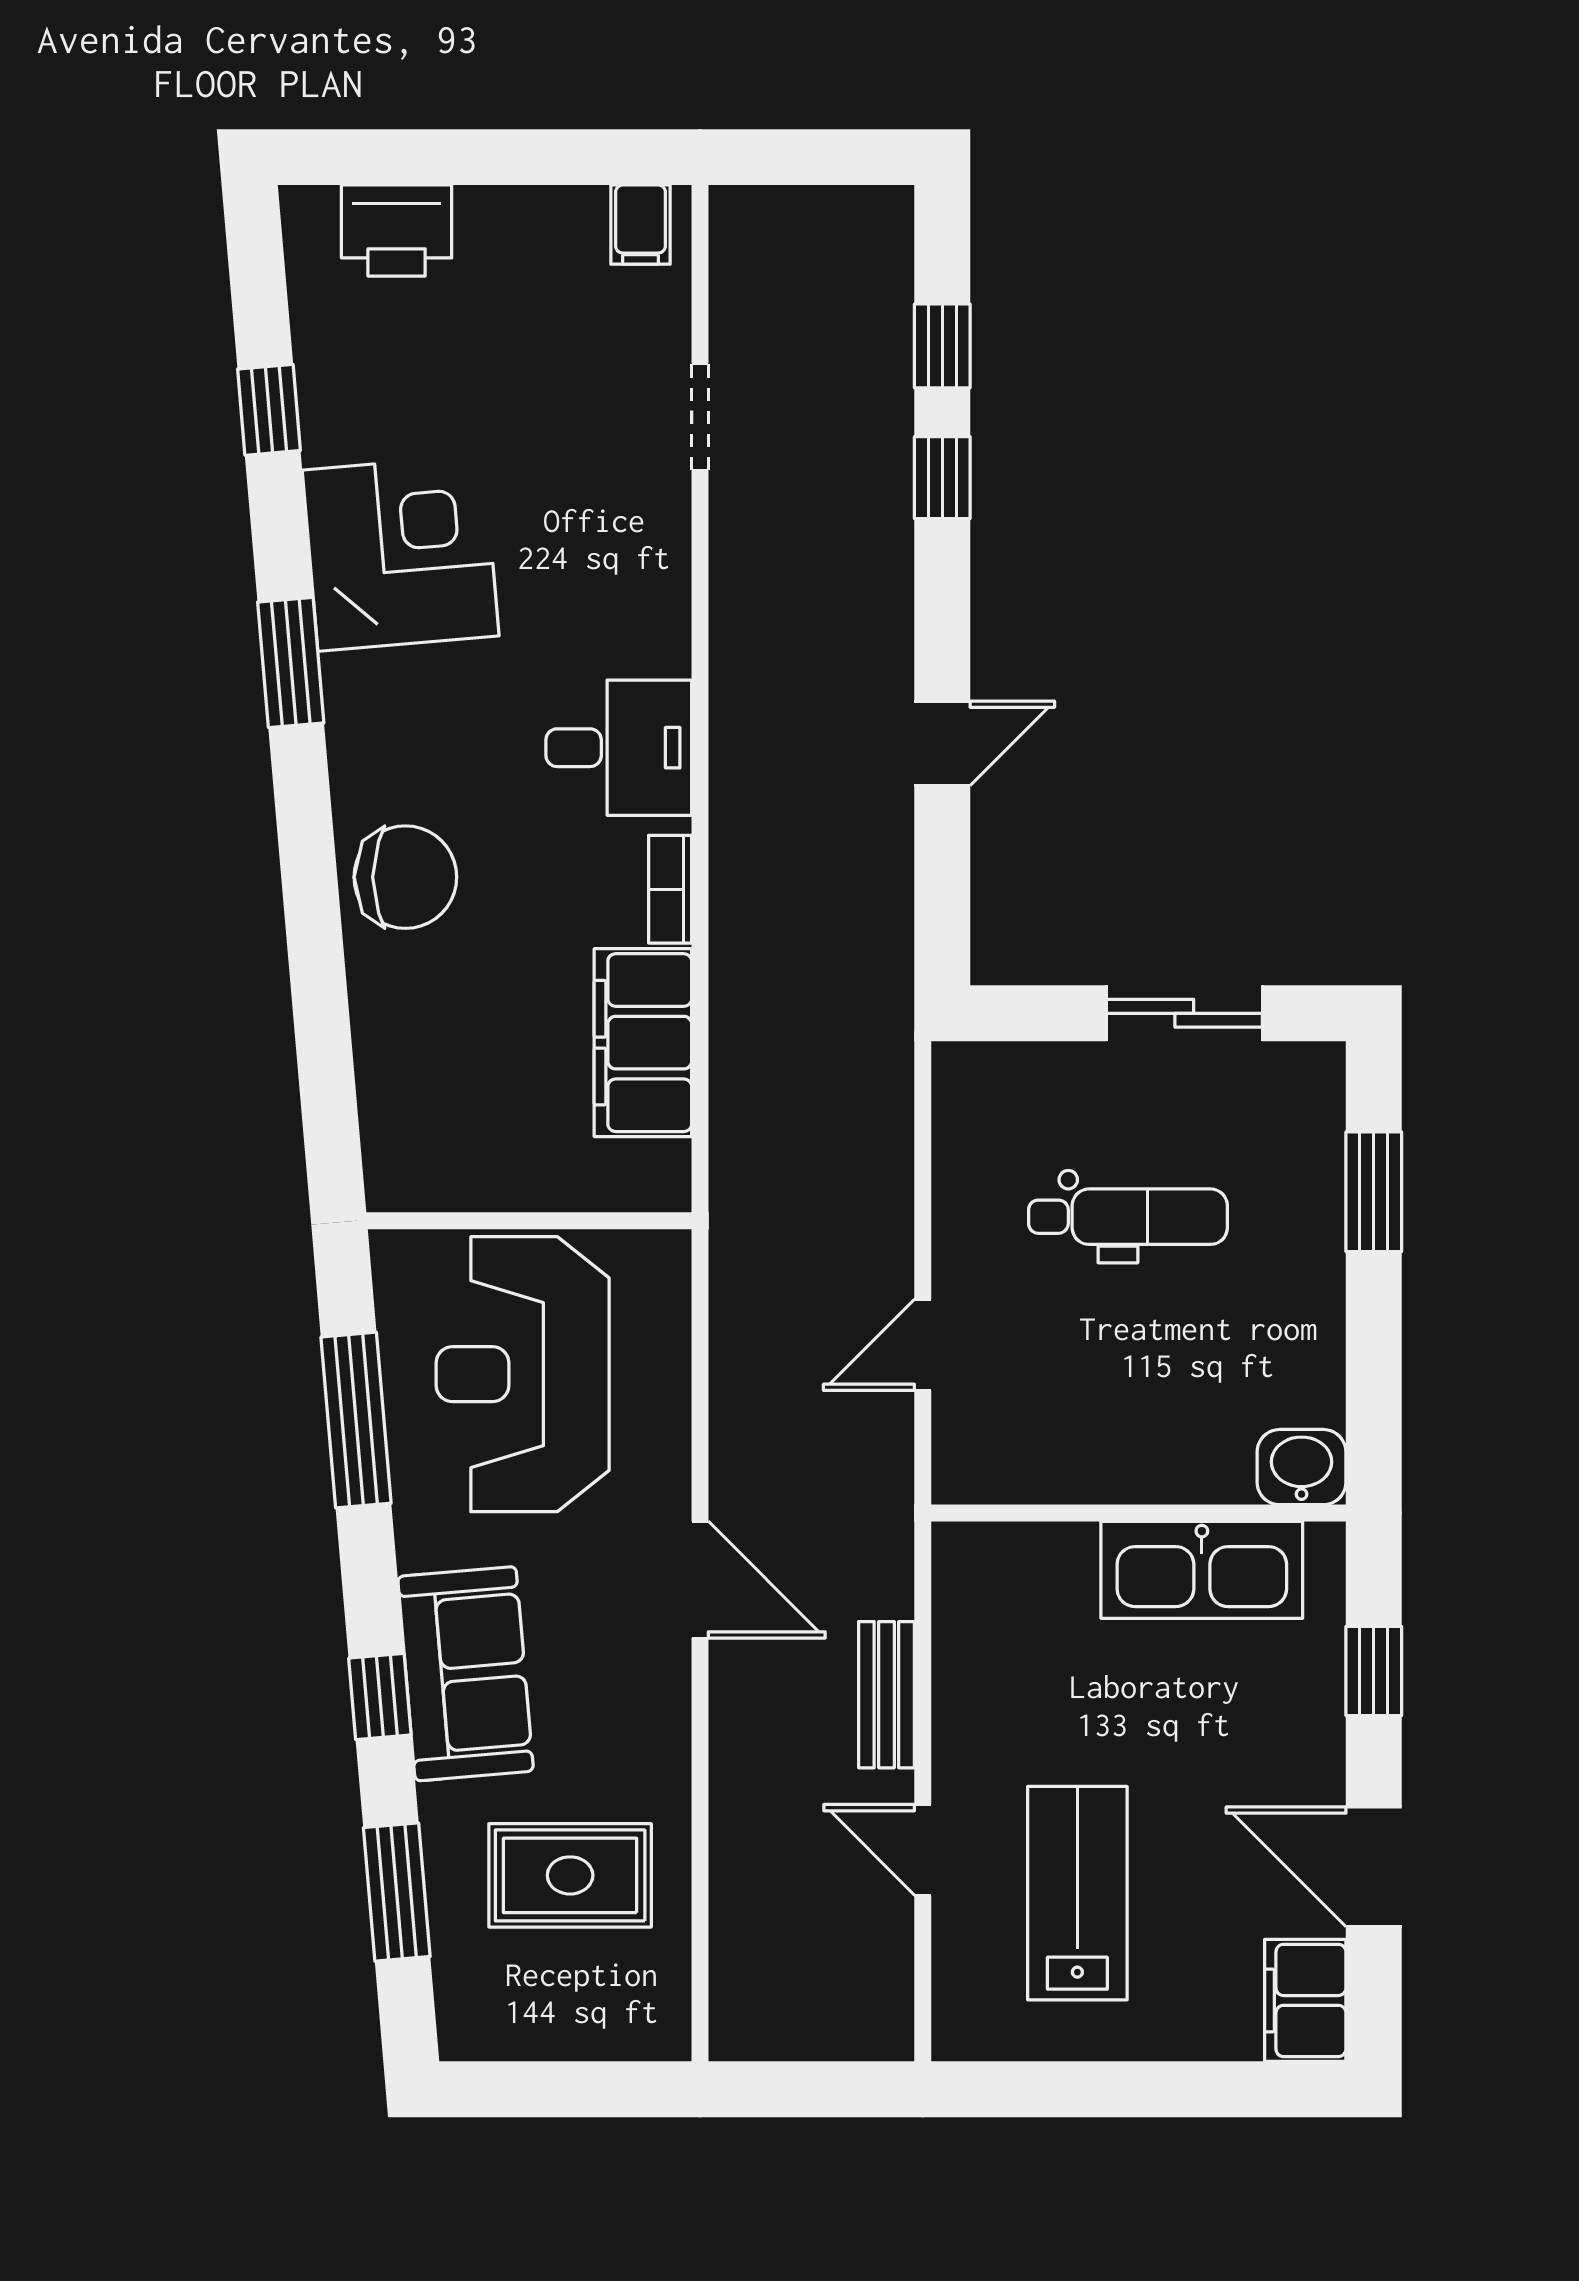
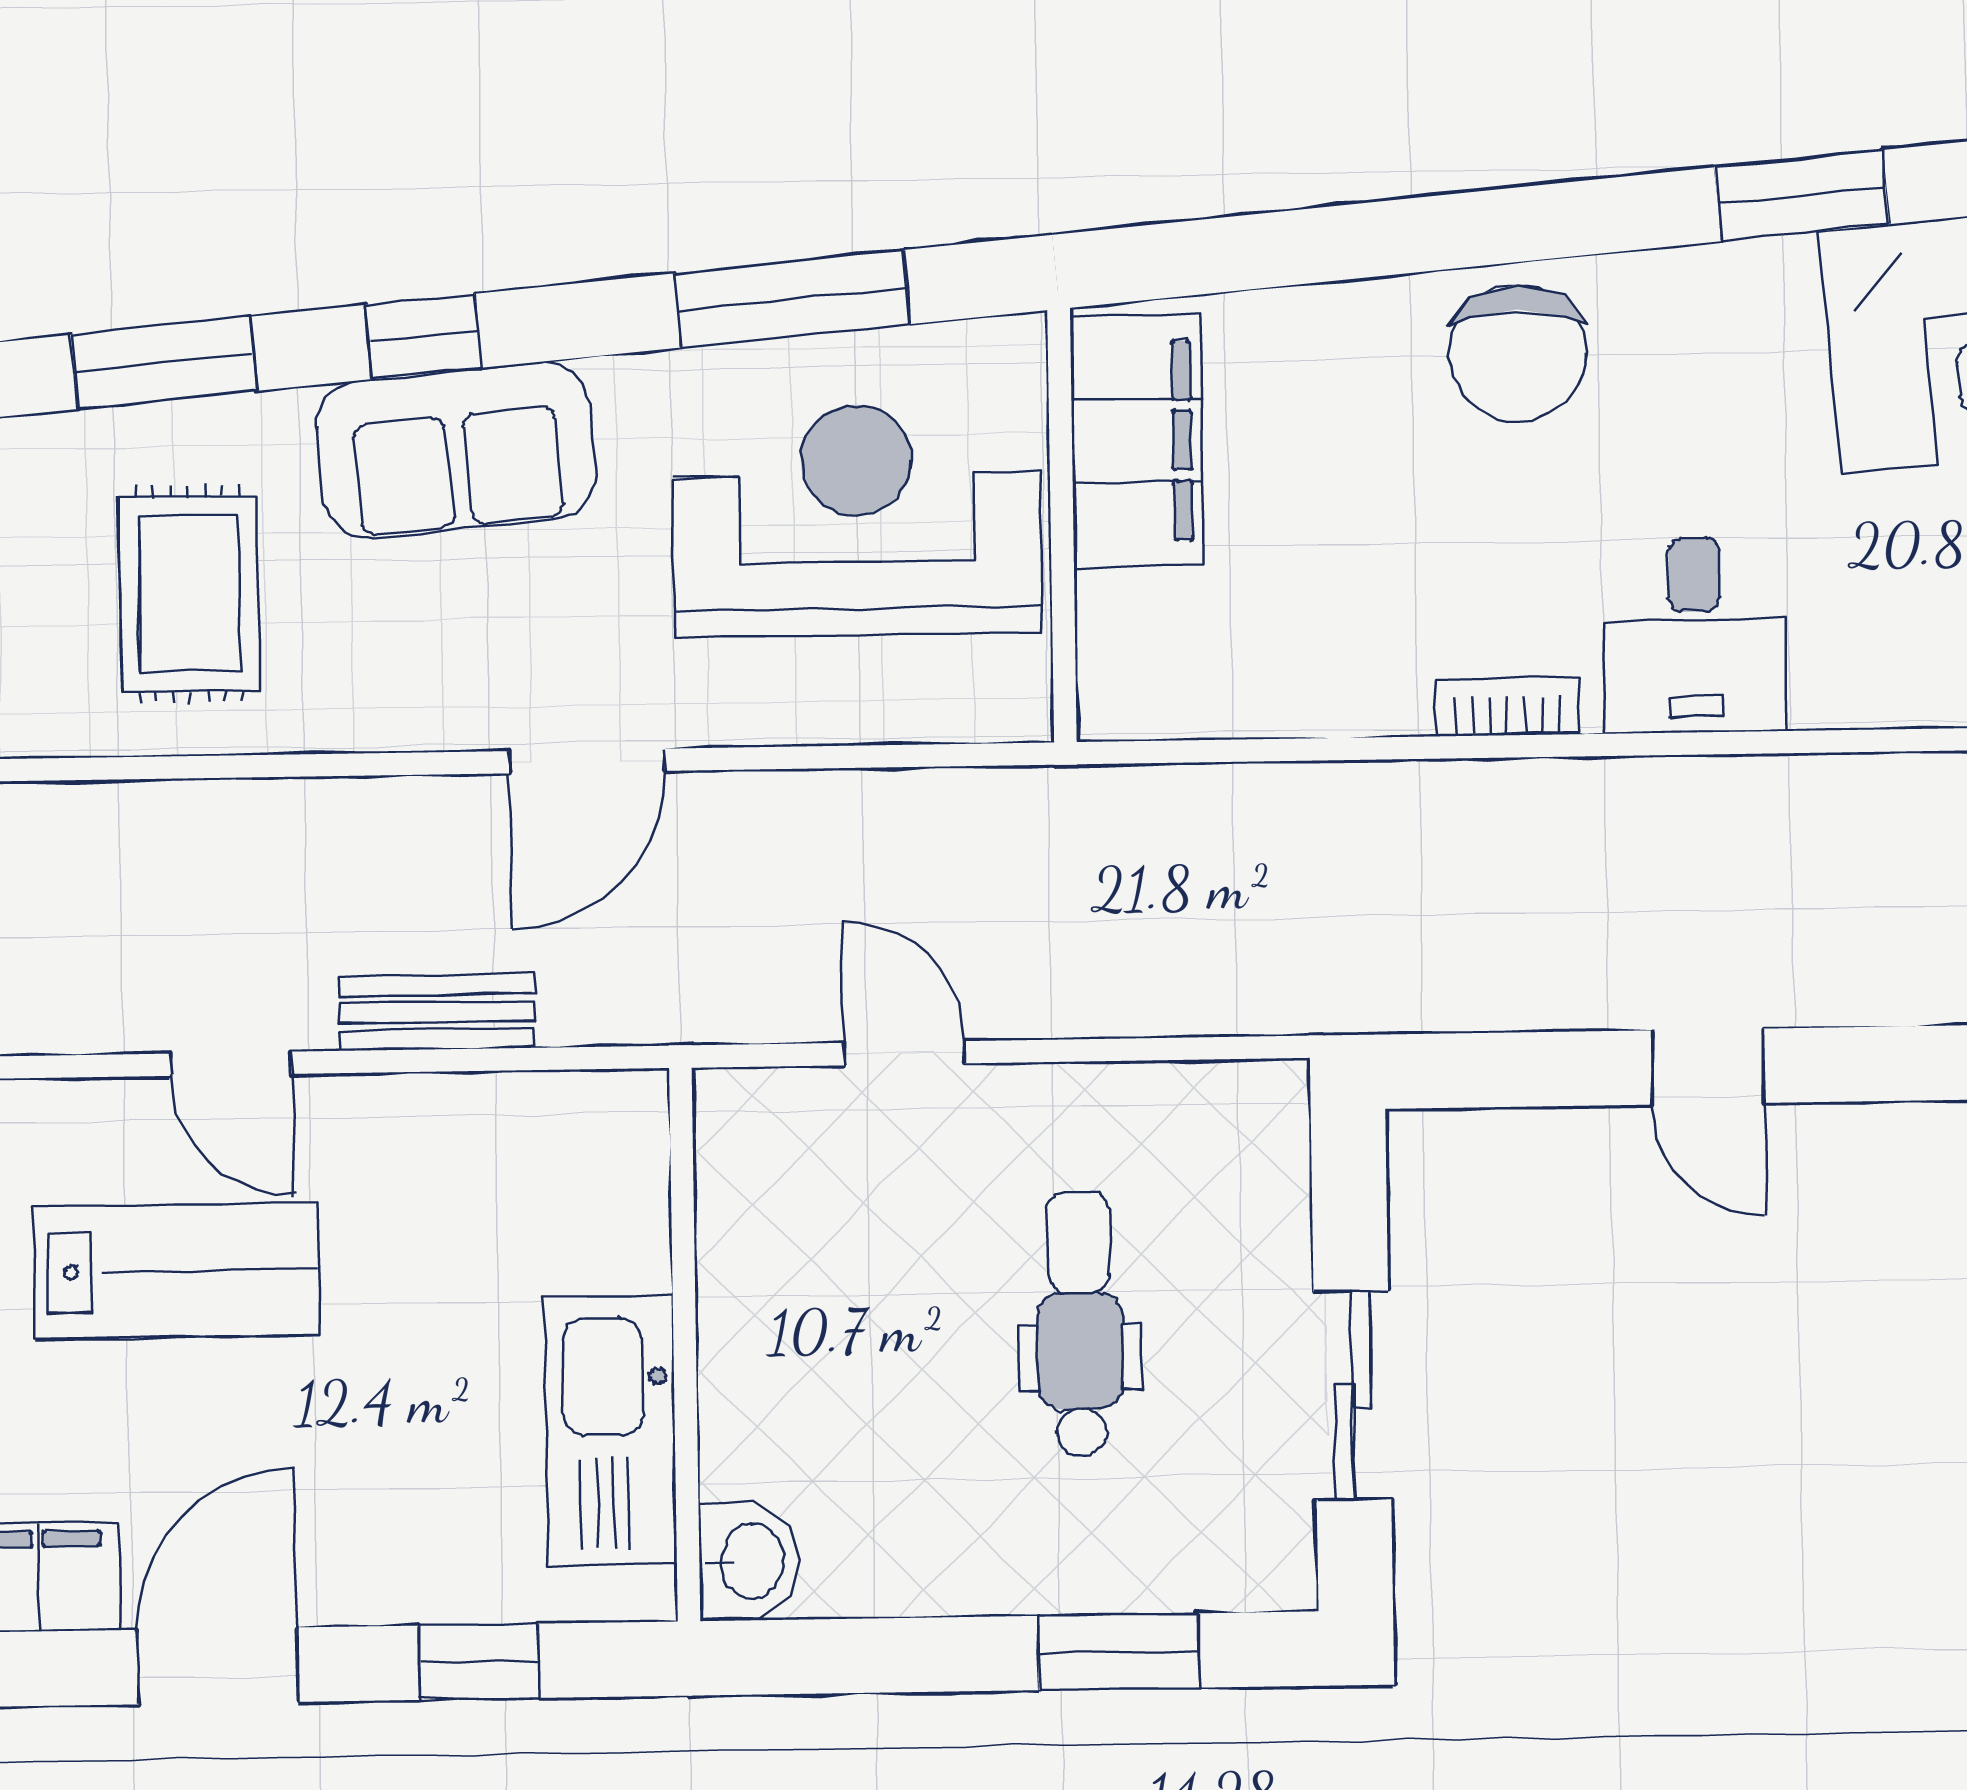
filing cabinet: (643, 1043) -> (1137, 441), moved, turned 90
dental chair: (1128, 1217) -> (1080, 1324), turned 180
door: (923, 1850) -> (231, 1064), swing flipped

